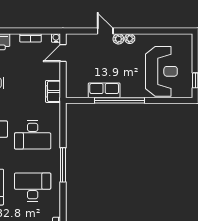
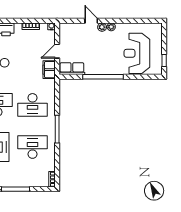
door: (63, 53) -> (57, 51), moved
reception desk: (161, 71) -> (137, 53), turned 180
row of seats: (104, 90) -> (72, 69), moved

